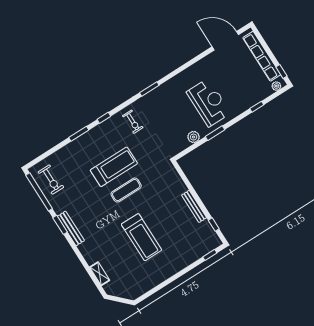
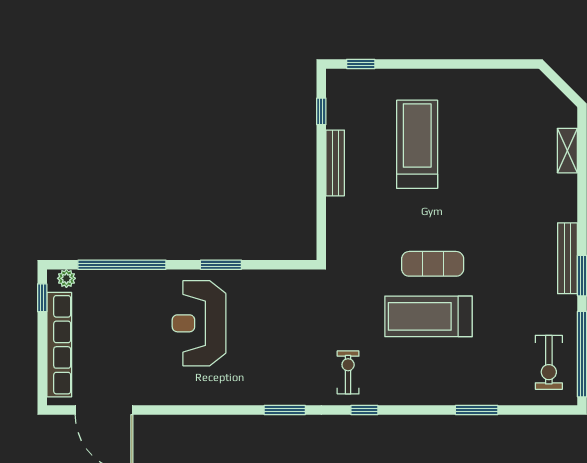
window: (257, 107) -> (122, 265), width x3.17
window: (104, 118) -> (364, 410), moved
window: (79, 134) -> (477, 410), moved
plant: (194, 137) -> (262, 281), removed
exercise bike: (51, 180) -> (549, 362), turned 180
treadmill: (141, 237) -> (417, 144), moved

